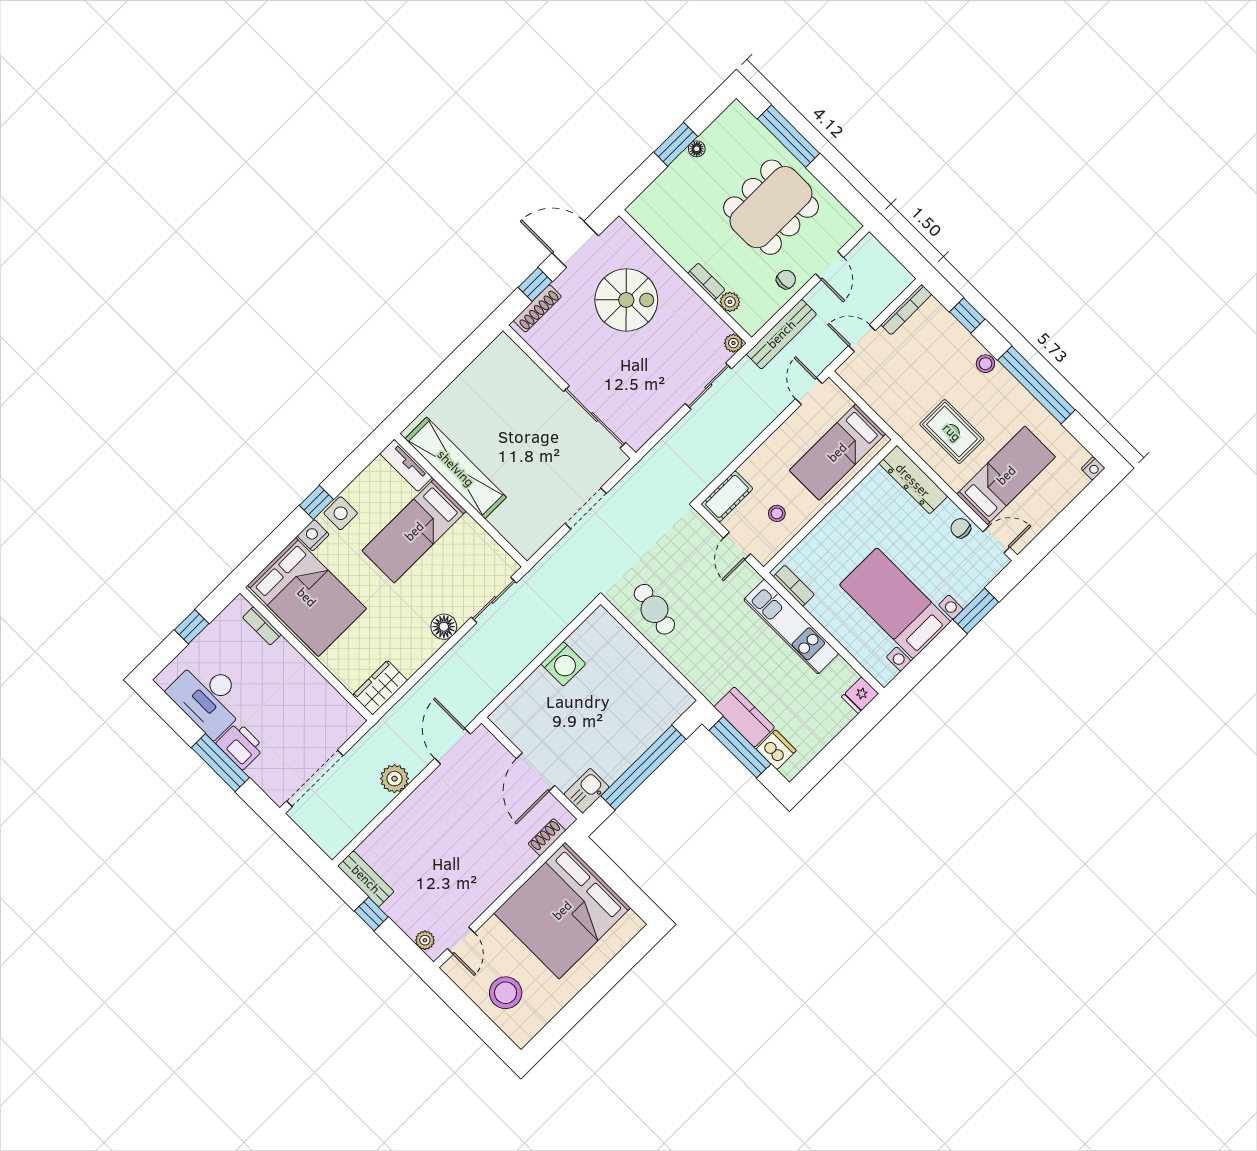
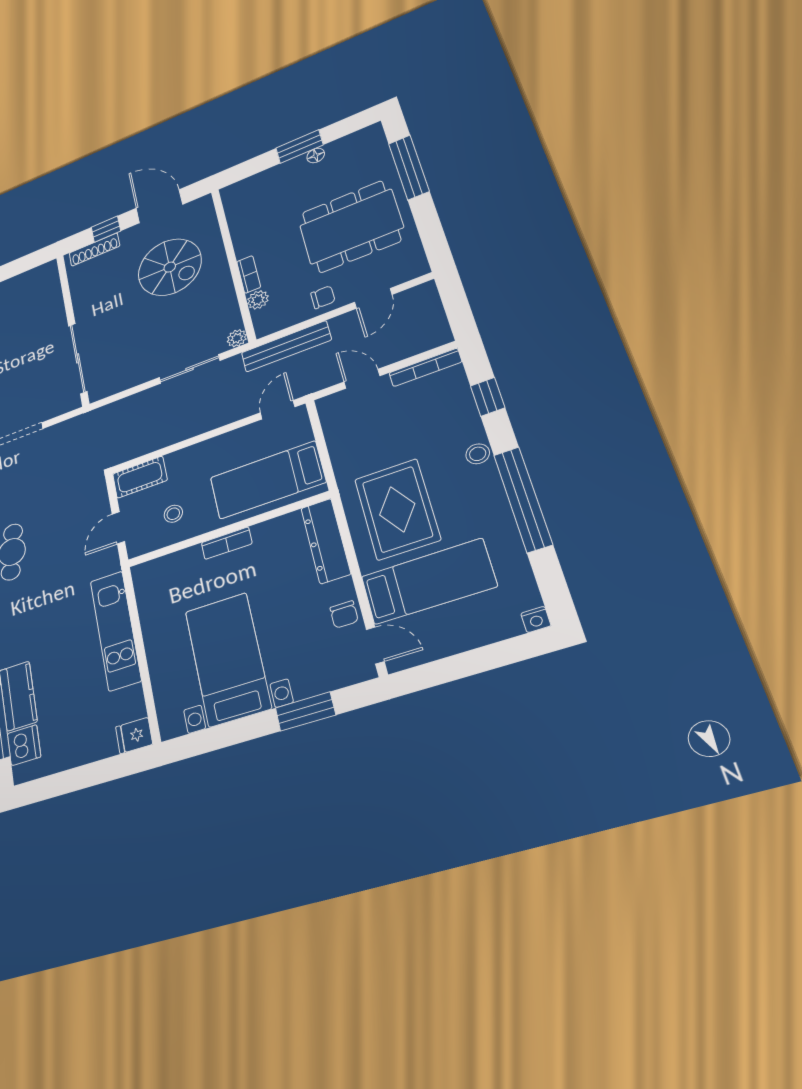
rug: (952, 432) -> (397, 509), width x1.36, depth x1.43
chair: (961, 528) -> (344, 614), turned 180
bookcase: (794, 586) -> (227, 543), moved, turned 90

